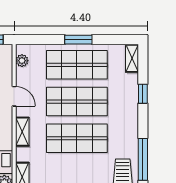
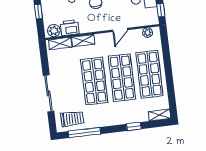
window: (78, 40) -> (169, 73), removed
shelving: (22, 132) -> (83, 41), moved

